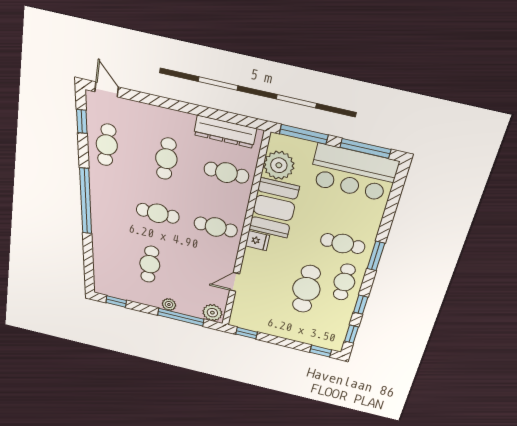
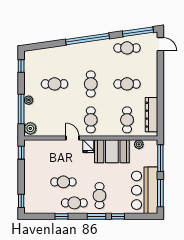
door: (107, 89) -> (160, 44), hinge flipped
window: (82, 121) -> (138, 32), width x2.17
plant: (279, 165) -> (139, 144), width x0.53, depth x0.53
door: (235, 282) -> (72, 138), moved
cafe table: (306, 289) -> (63, 182), width x0.73, depth x0.74
window: (351, 334) -> (118, 216), moved

